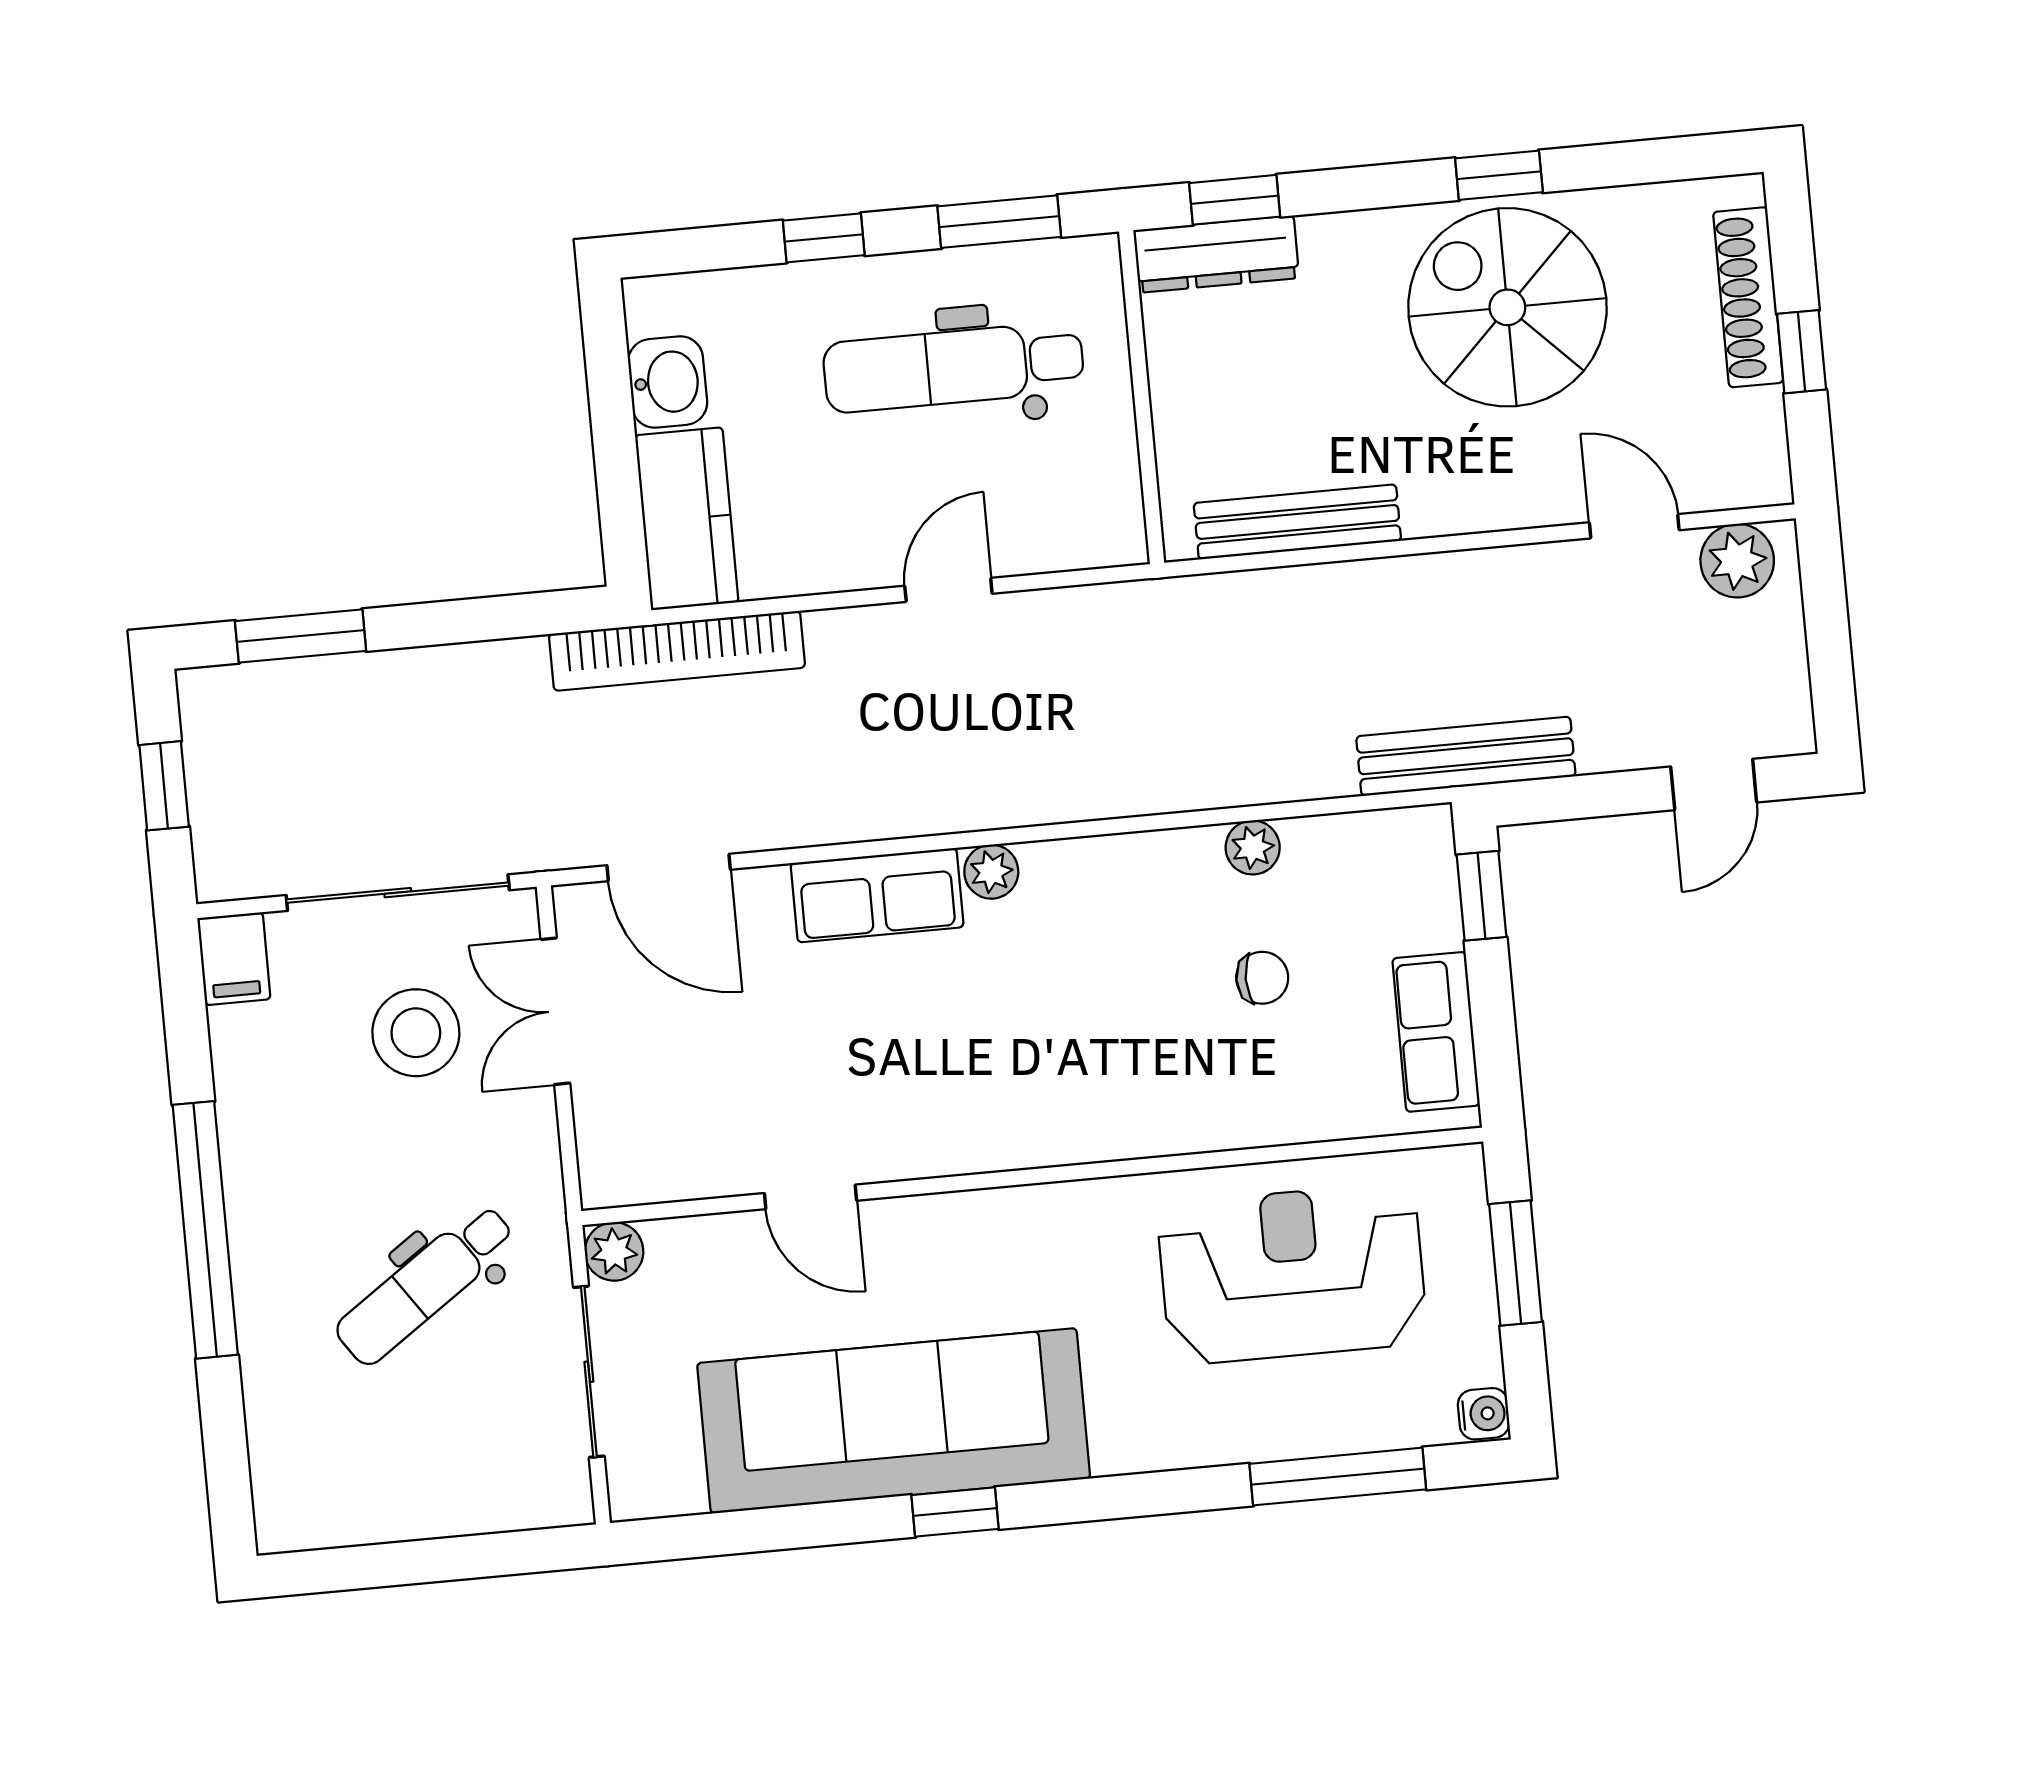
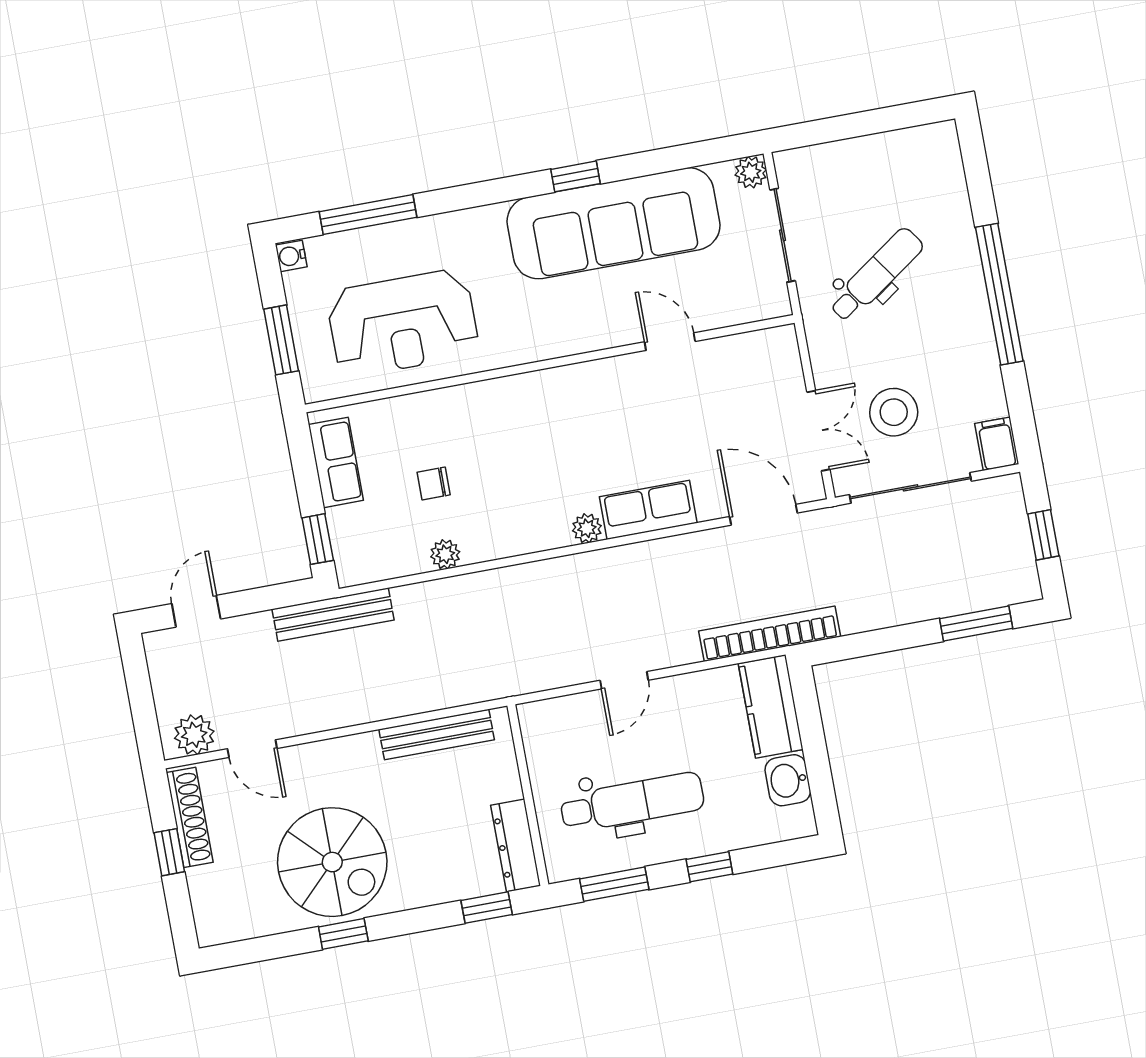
dresser: (1216, 254) -> (516, 846), moved, turned -90
shoe rack: (1748, 297) -> (190, 817), moved
plant: (614, 1251) -> (751, 172), moved

